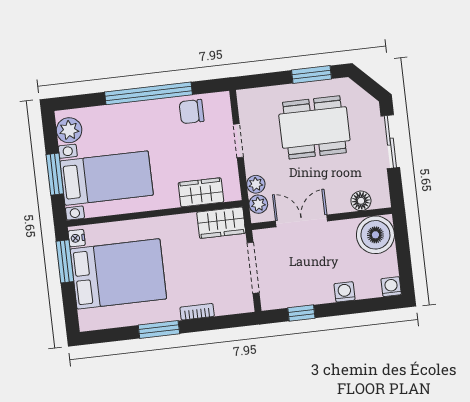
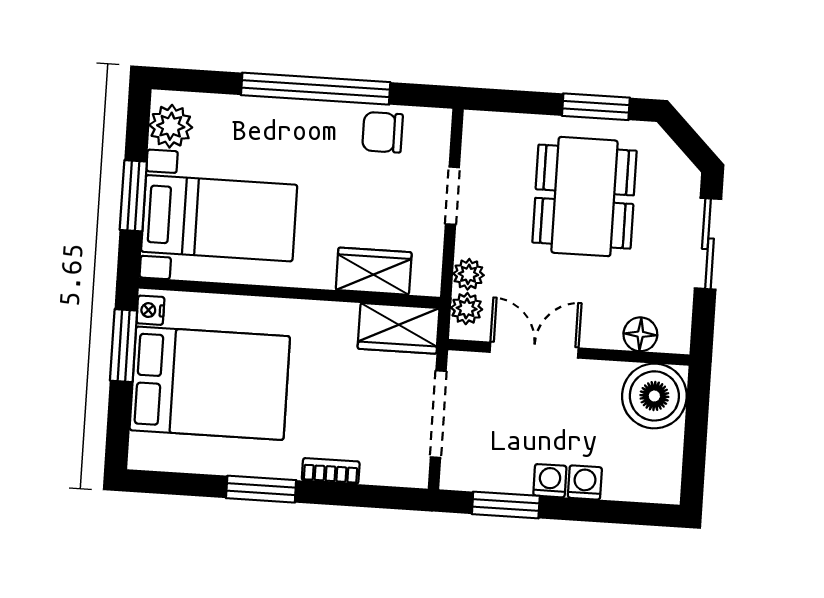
dining table: (314, 127) -> (585, 197), turned 90
washing machine: (391, 287) -> (550, 481), moved
window: (301, 313) -> (506, 505), width x1.50

